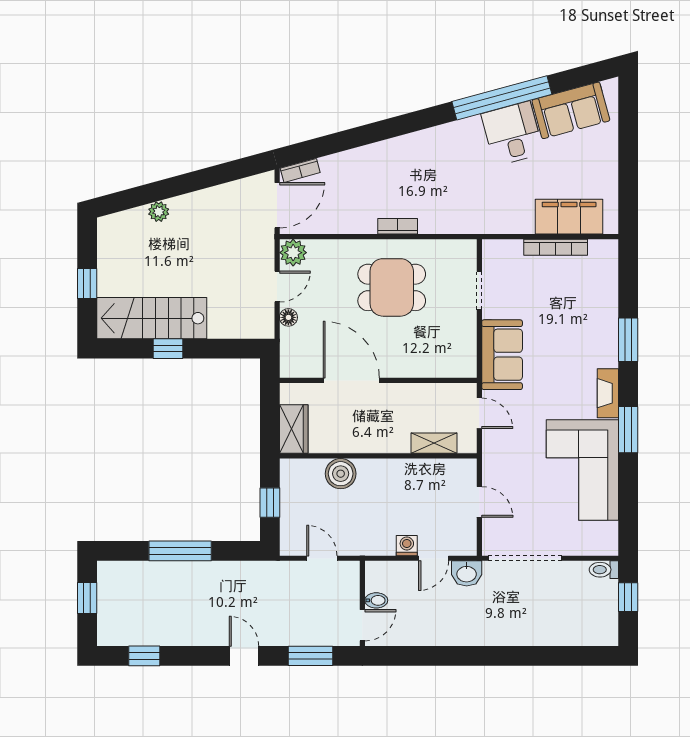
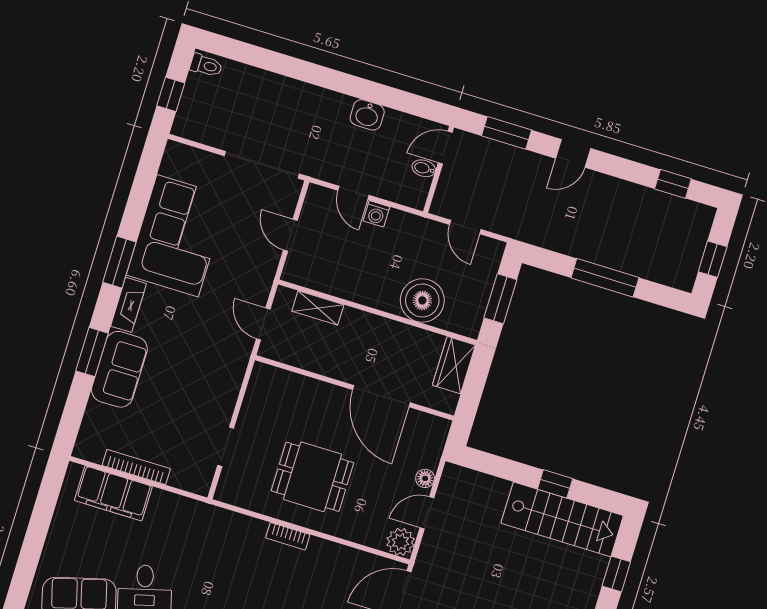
sofa: (502, 355) -> (119, 369), moved, turned 180
boiler: (341, 474) -> (422, 300), width x1.37, depth x1.37
window: (270, 503) -> (500, 299), width x1.50
door: (434, 558) -> (353, 193), swing flipped
toilet: (604, 570) -> (206, 65), moved
washbasin: (467, 573) -> (367, 115), moved, turned 180
door: (244, 656) -> (573, 153), hinge flipped

